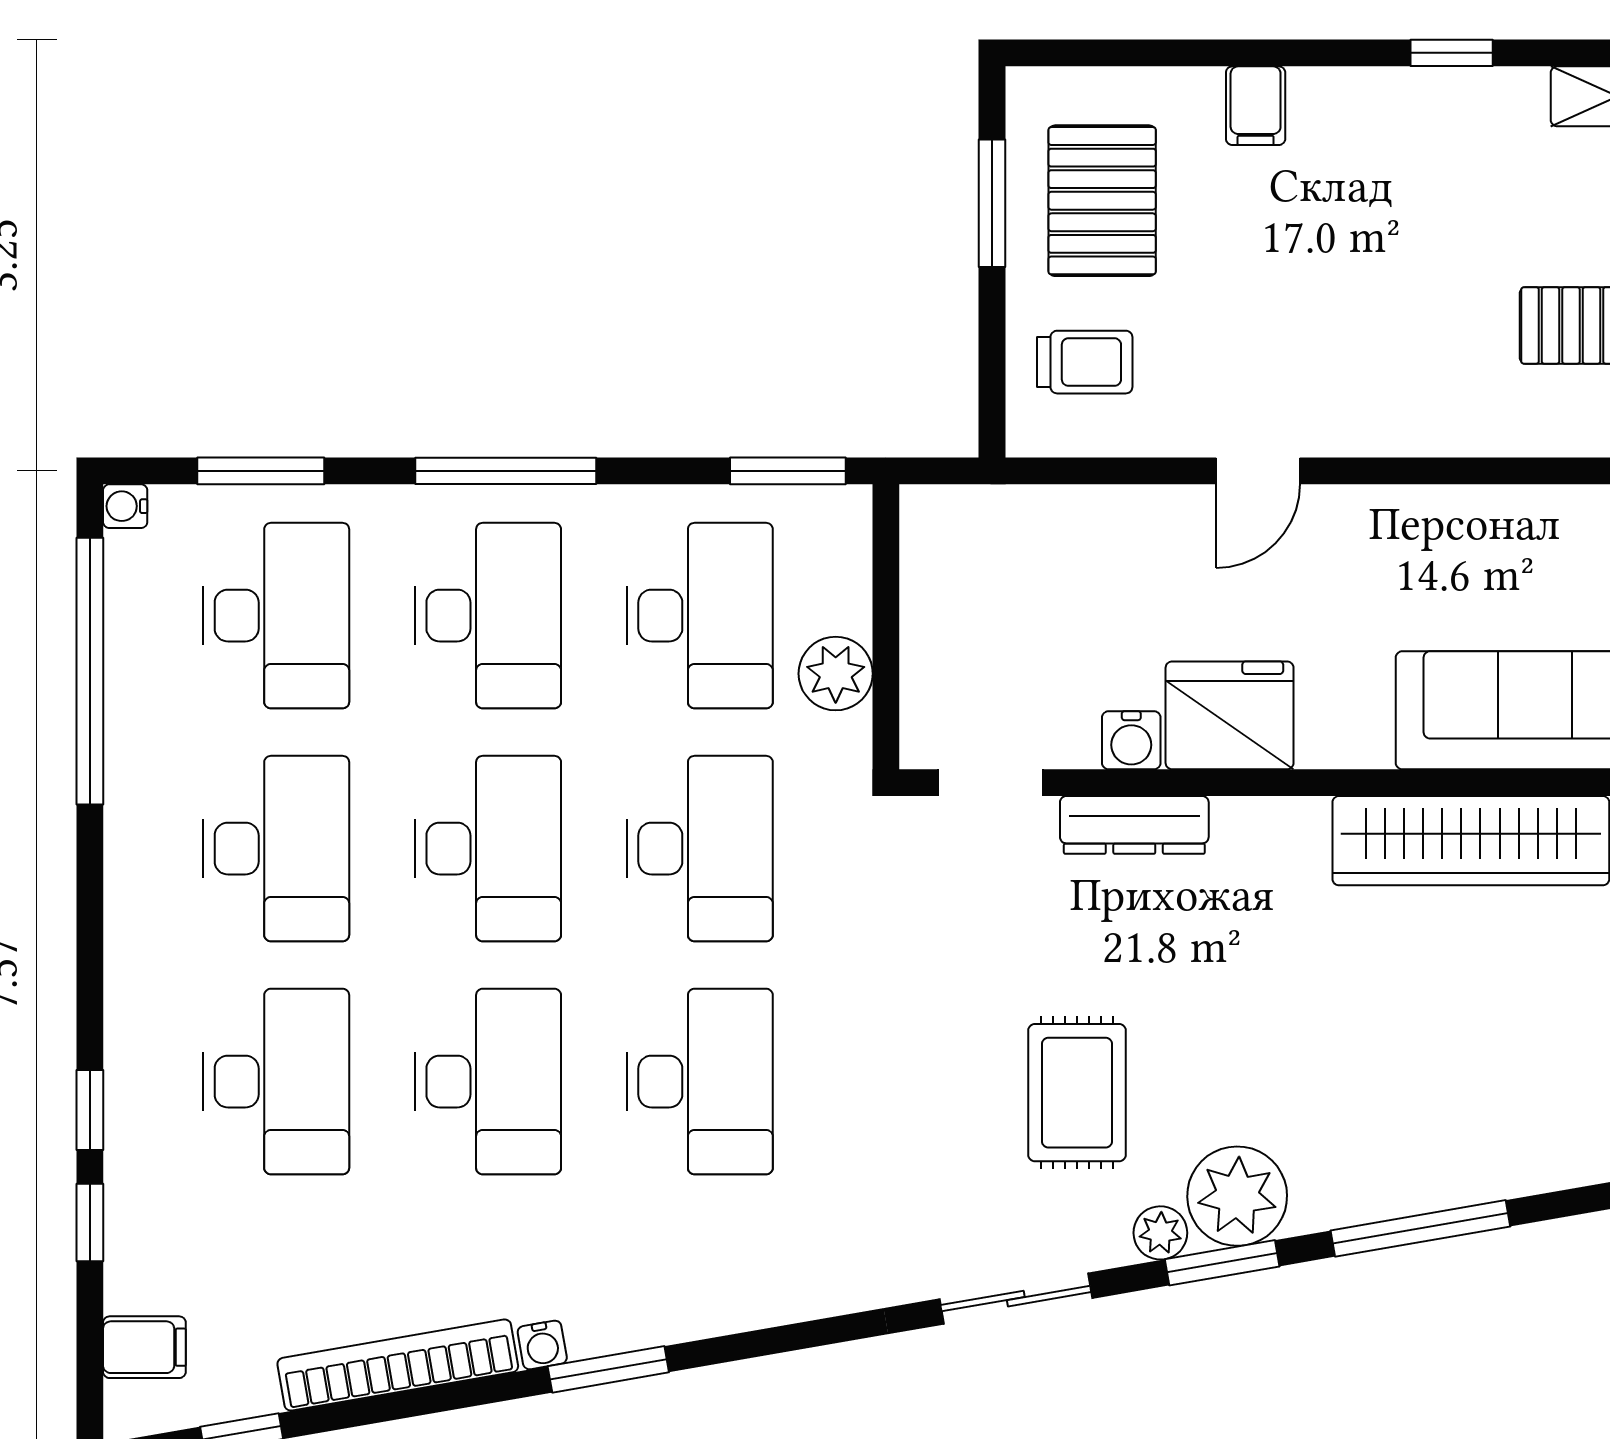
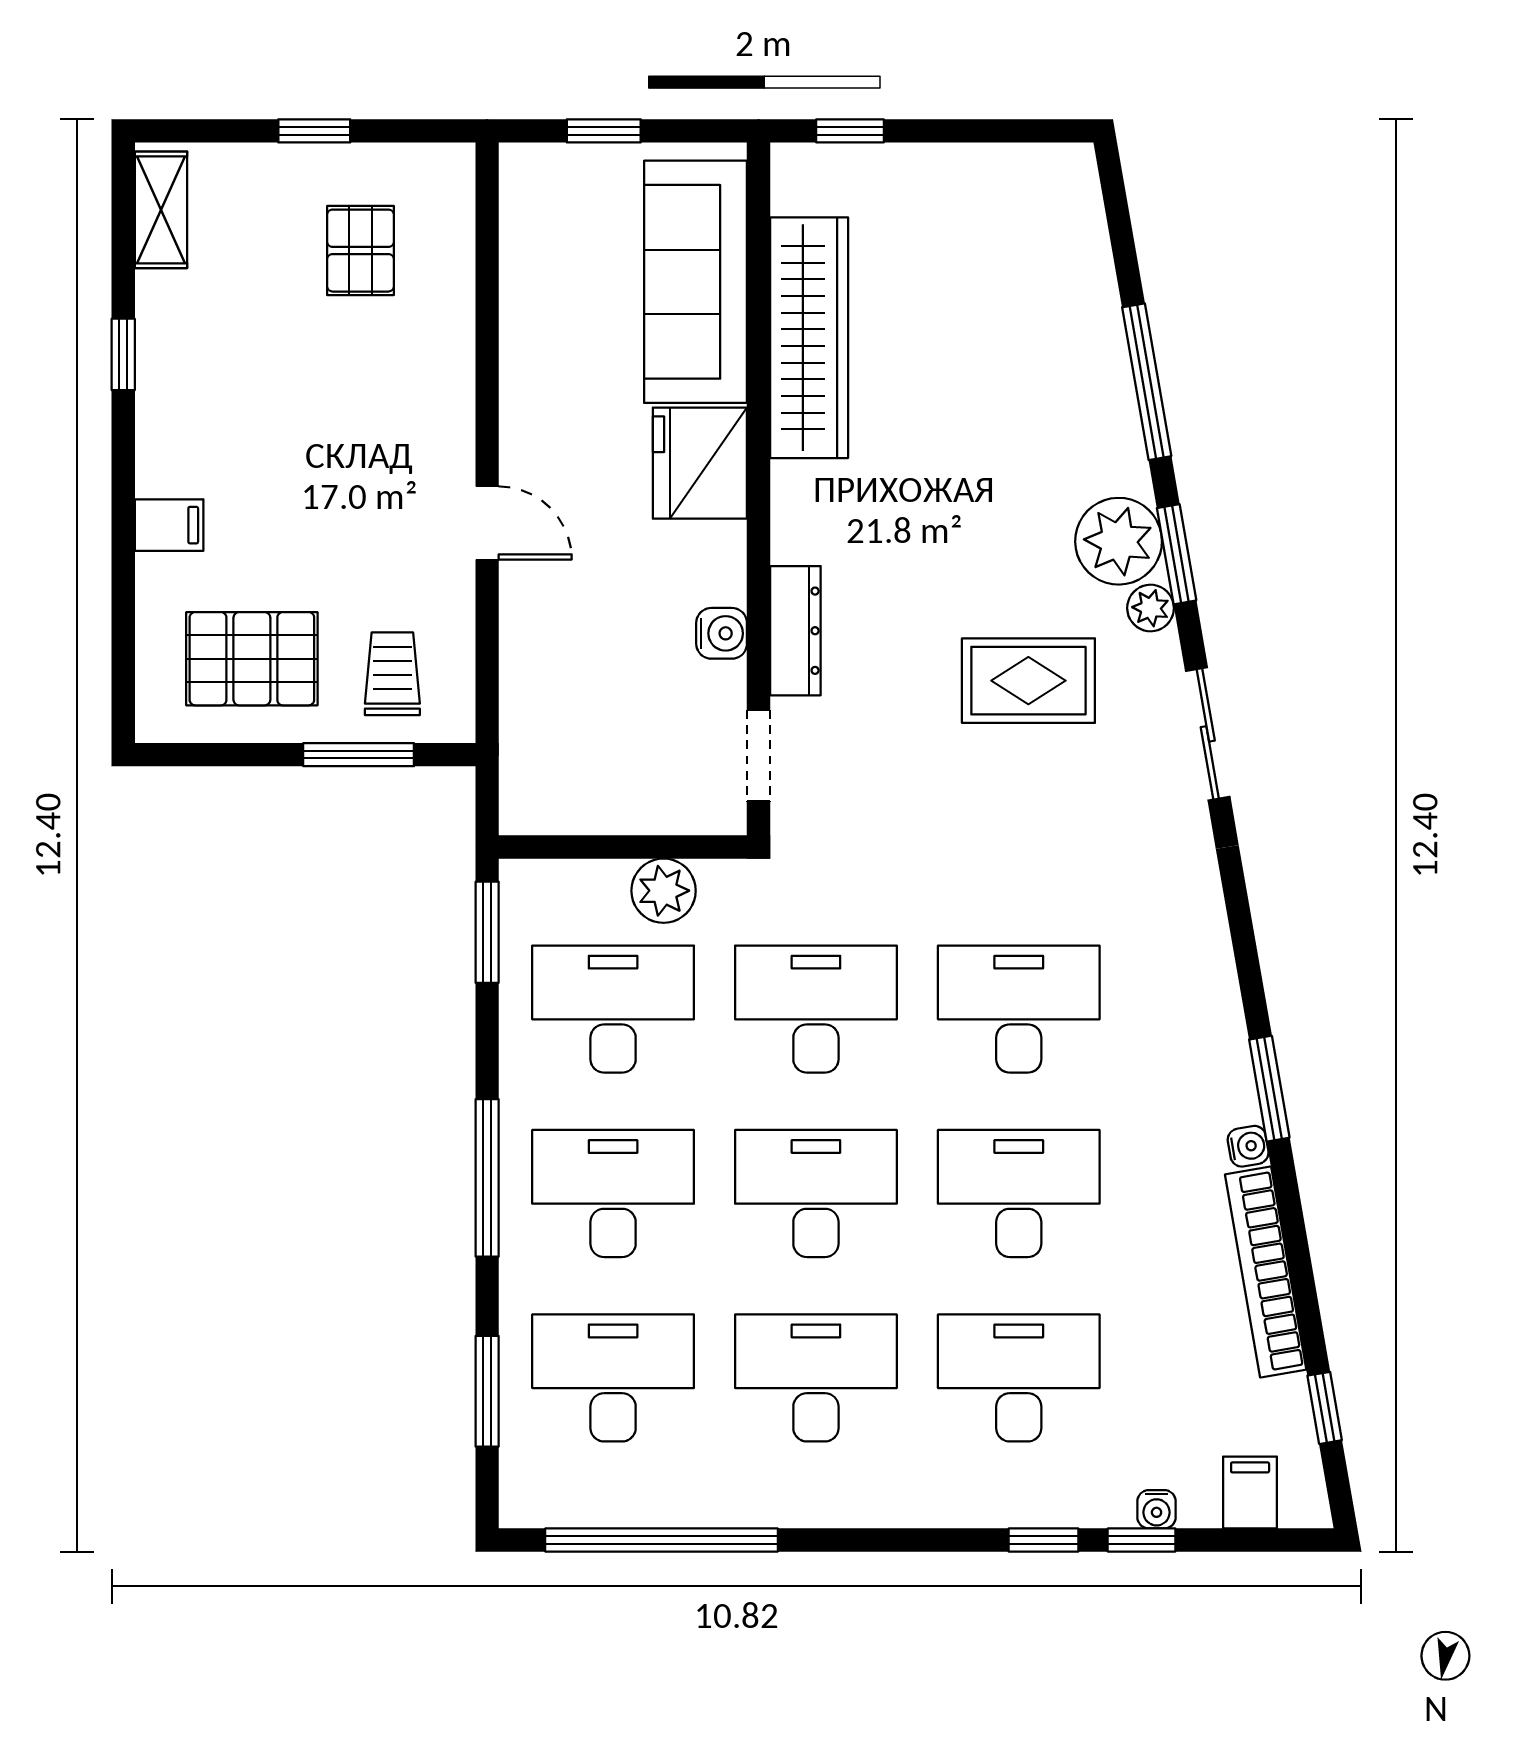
window: (992, 203) -> (359, 755), moved
water cooler: (125, 506) -> (1157, 1509), moved
fridge: (1230, 715) -> (700, 463), moved

